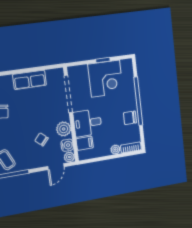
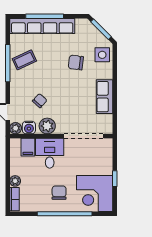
corner desk: (106, 79) -> (95, 193), moved
chair: (130, 118) -> (59, 193), moved

